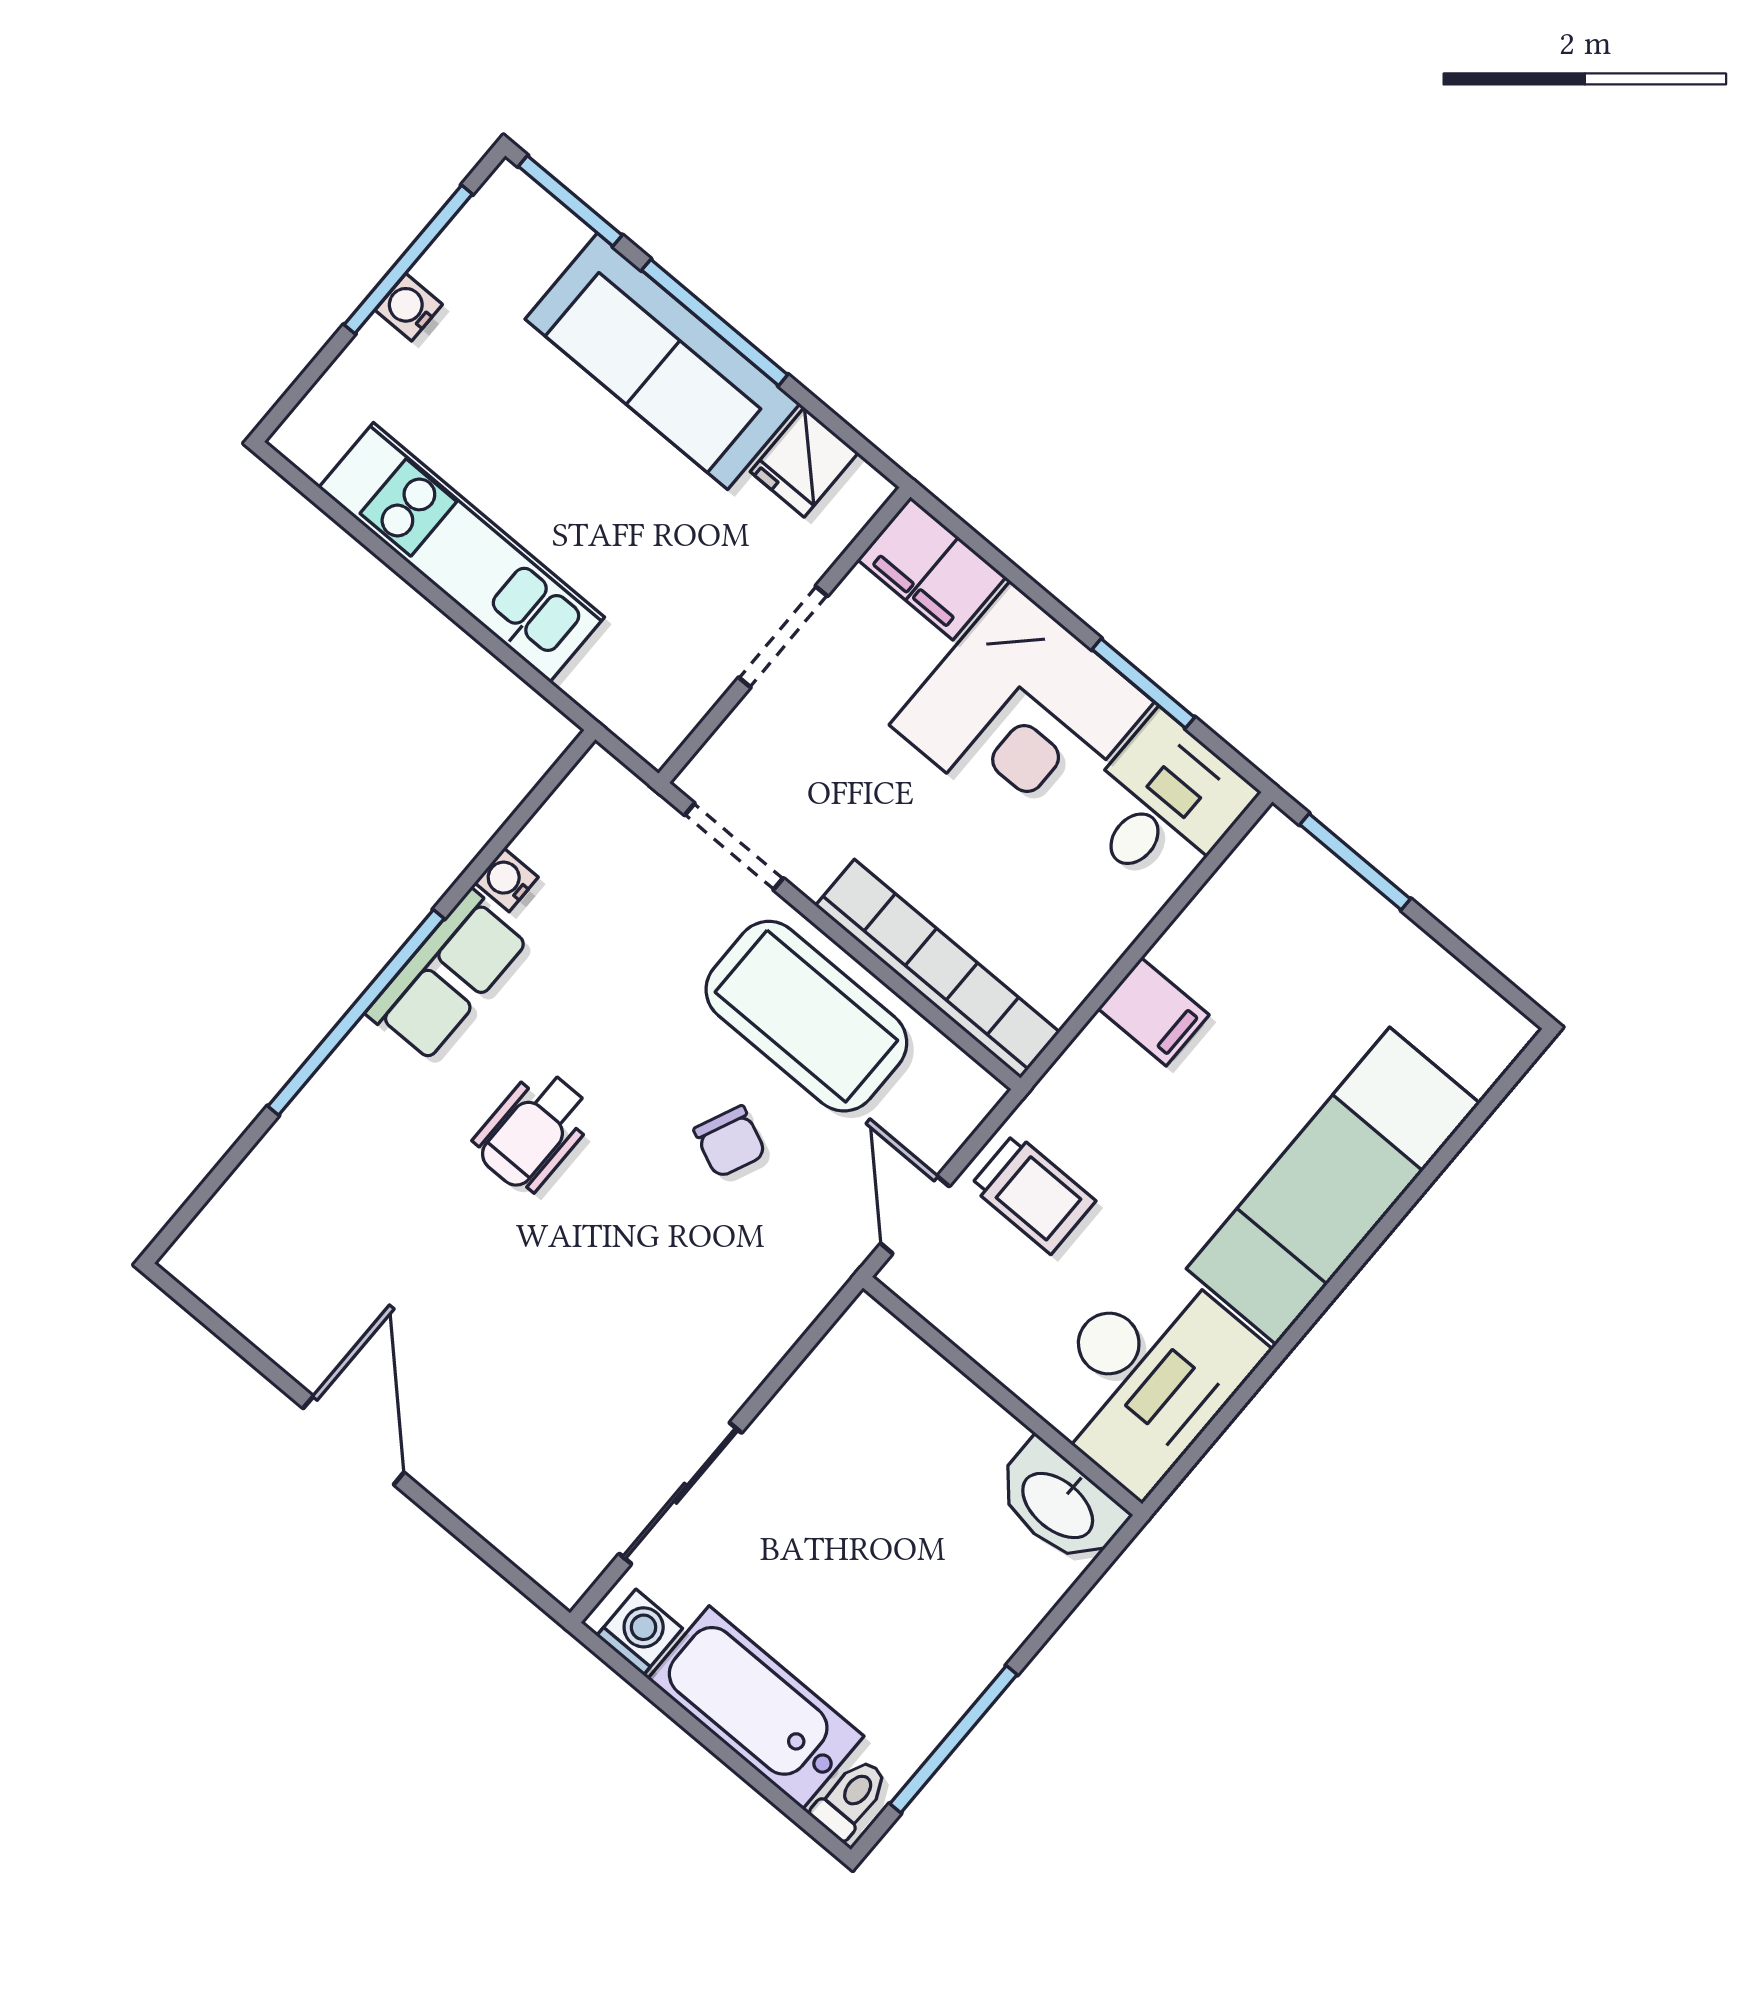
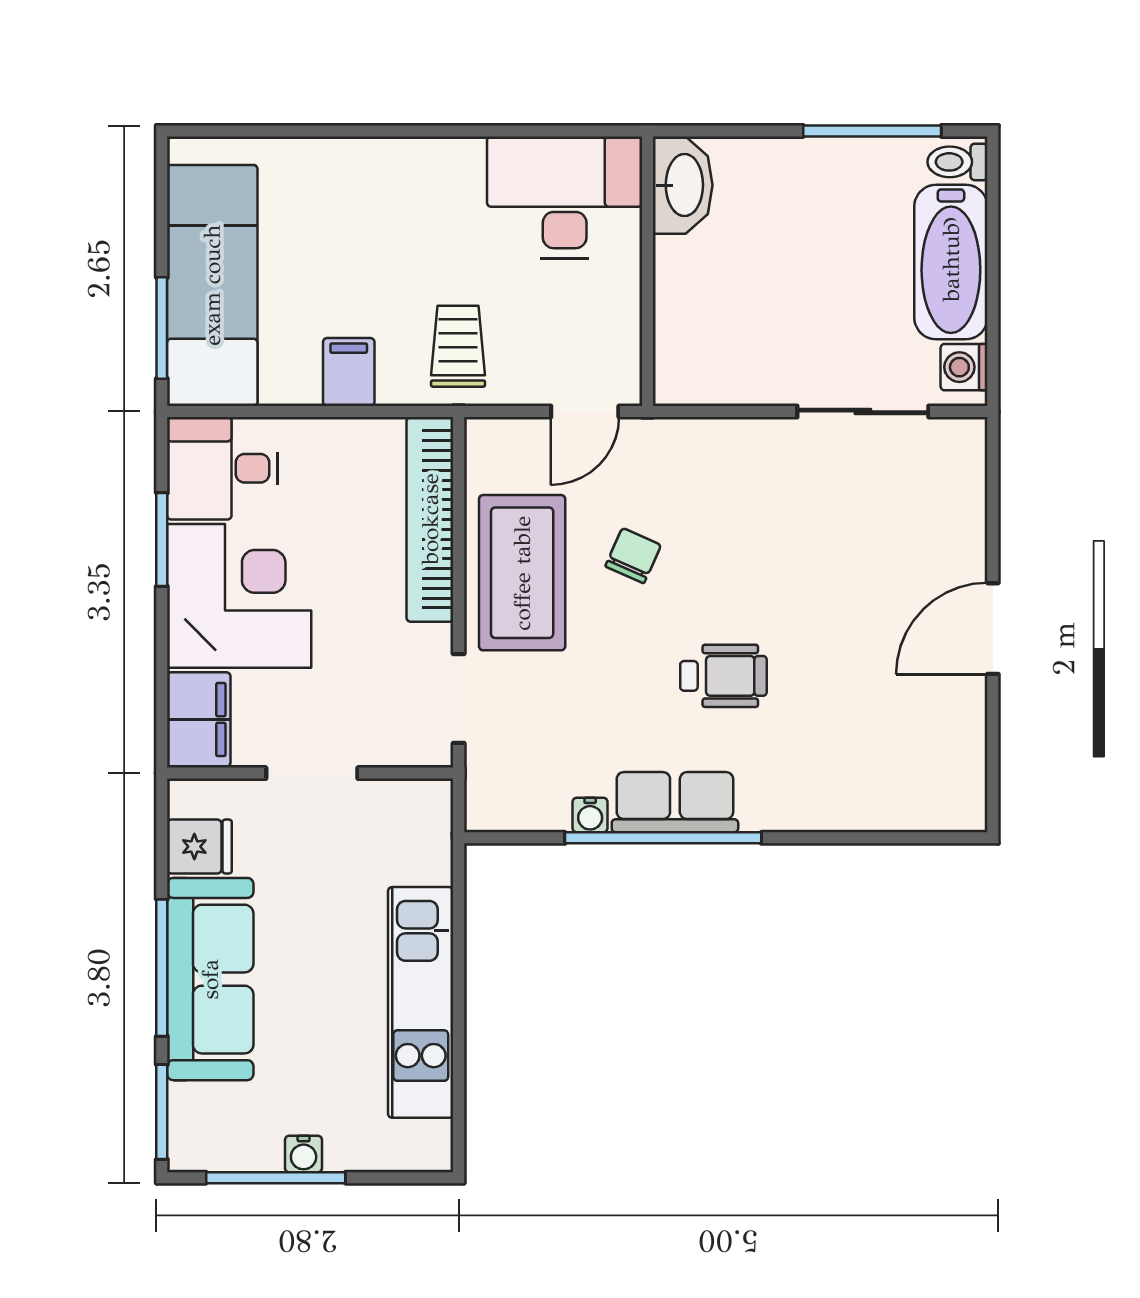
window: (356, 1012) -> (663, 838), moved
exam couch: (1333, 1186) -> (212, 285), moved, turned -90
trolley: (1033, 1194) -> (458, 346), moved

